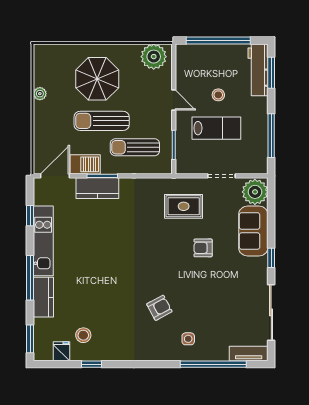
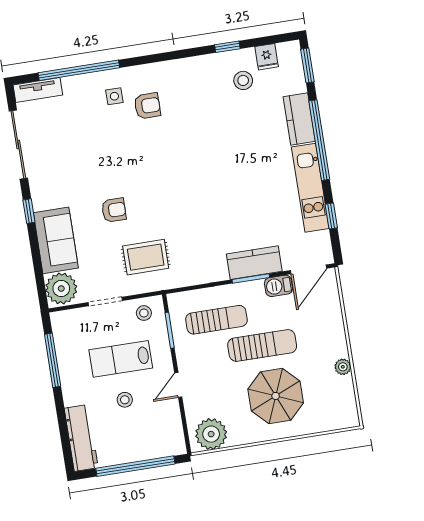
window: (271, 73) -> (65, 437), removed
door: (174, 100) -> (178, 385), hinge flipped
stool: (192, 162) -> (144, 313), added
barbecue: (85, 164) -> (278, 286), width x0.73, depth x0.79
window: (30, 278) -> (319, 140), width x1.46
armchair: (159, 308) -> (147, 106), moved, turned -152

